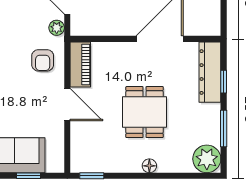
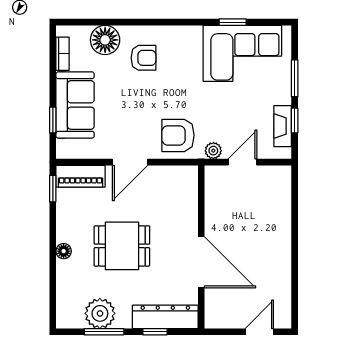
armchair: (43, 60) -> (178, 135), width x1.38, depth x1.38
piano: (80, 64) -> (81, 176), moved
plant: (207, 159) -> (100, 313), moved

